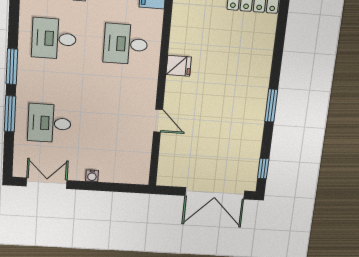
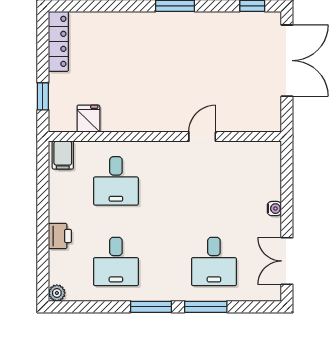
fridge: (179, 66) -> (88, 119), moved

